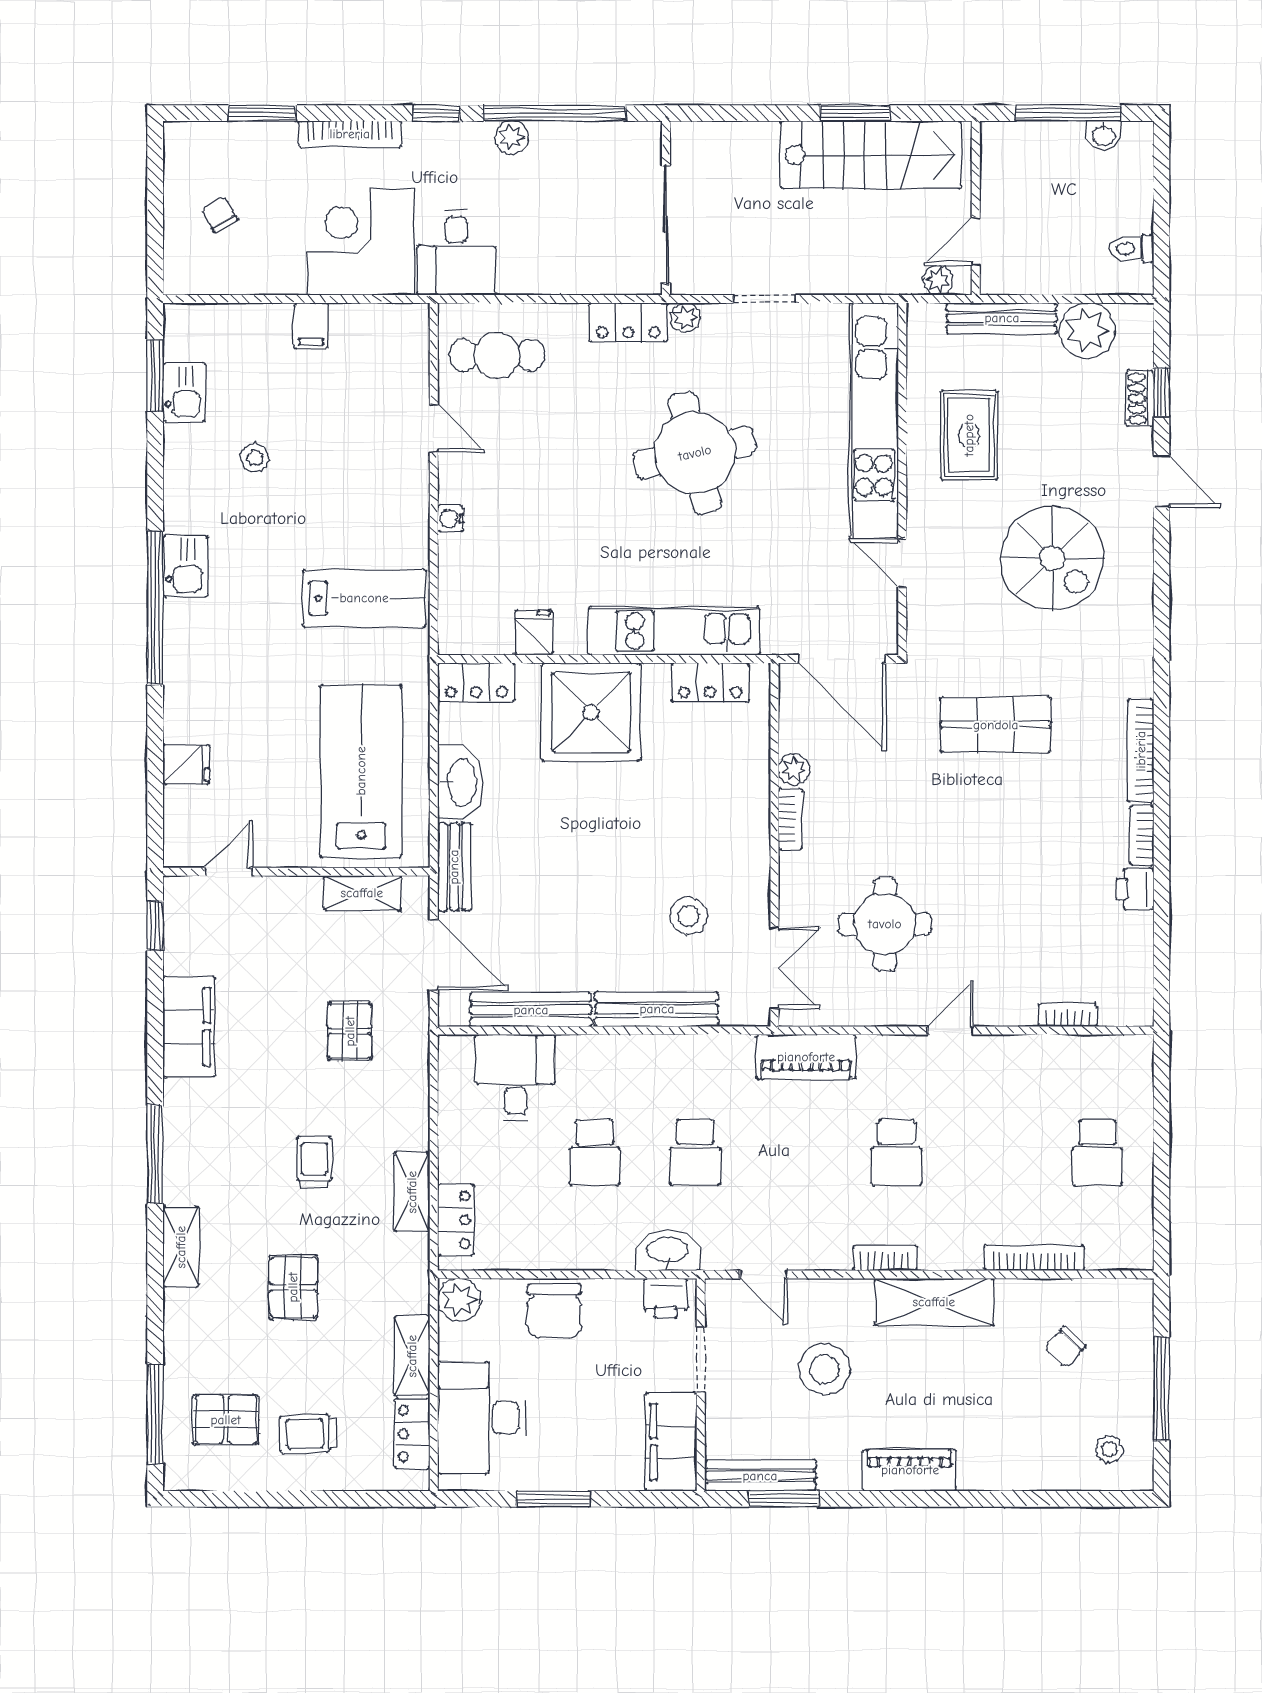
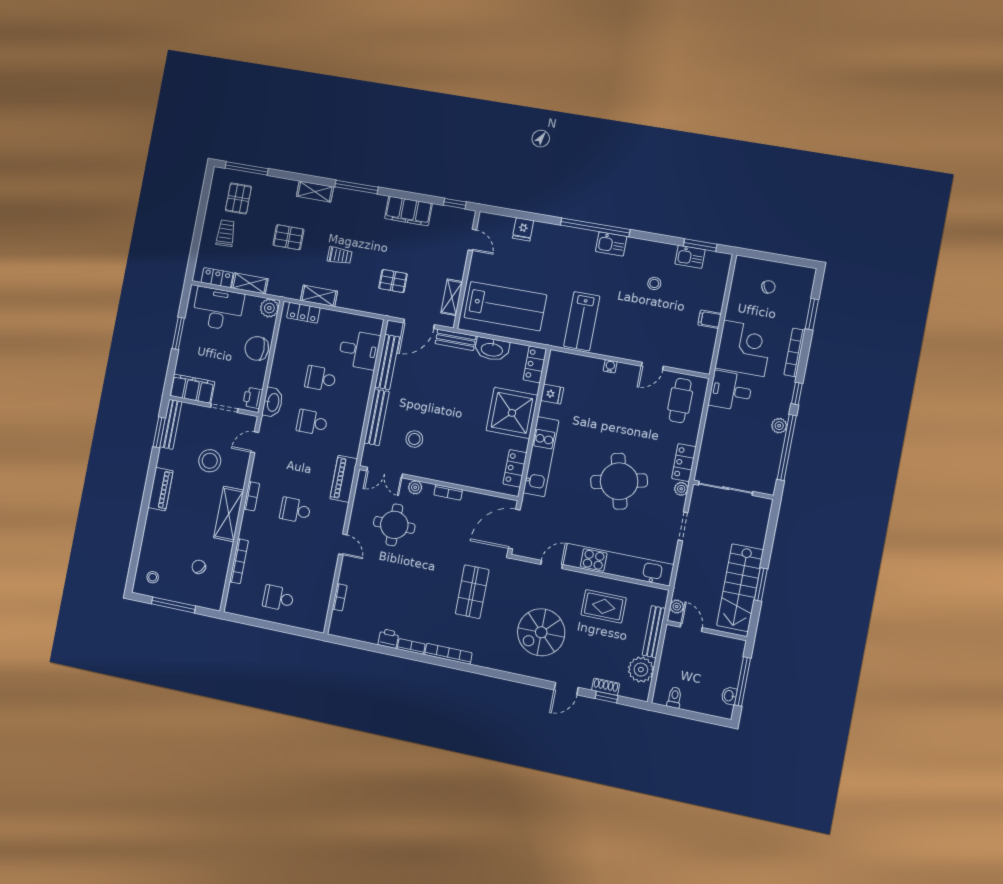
plant: (794, 770) -> (415, 487), moved

